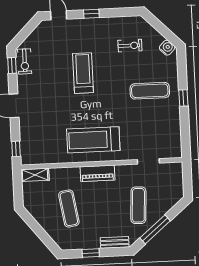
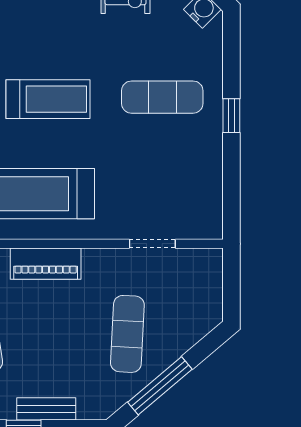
treadmill: (83, 73) -> (48, 99), moved, turned 90
bench: (115, 242) -> (46, 409), moved

